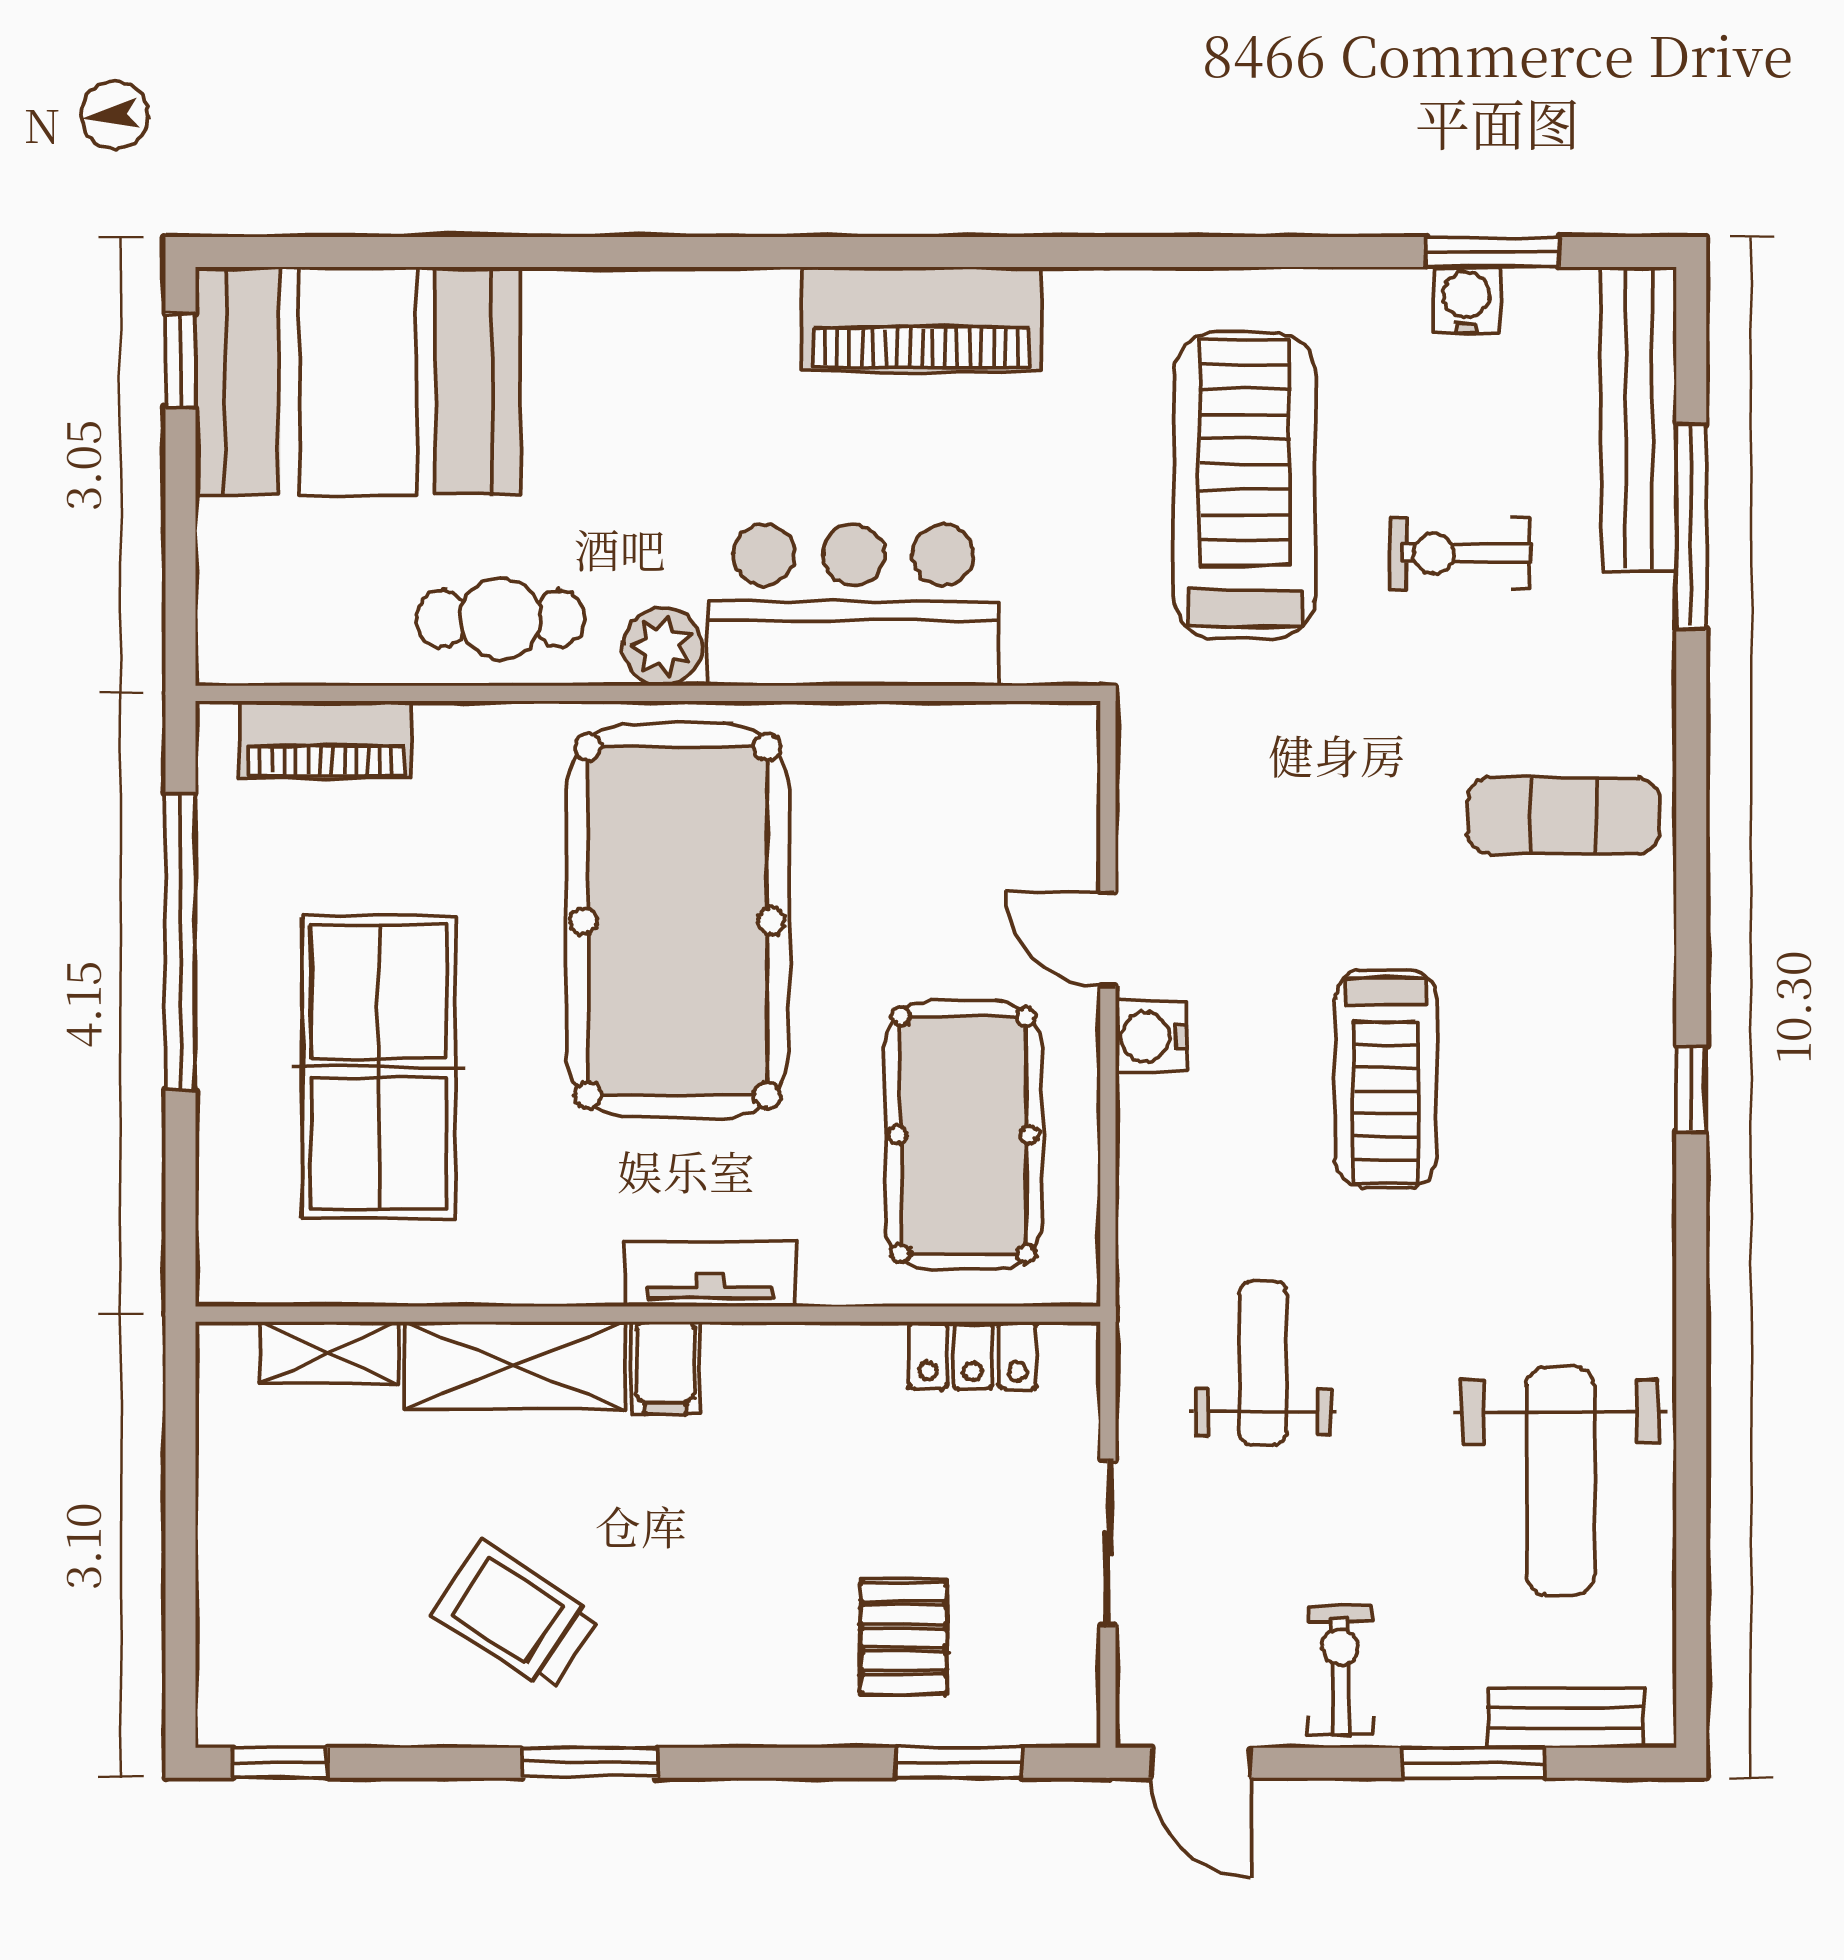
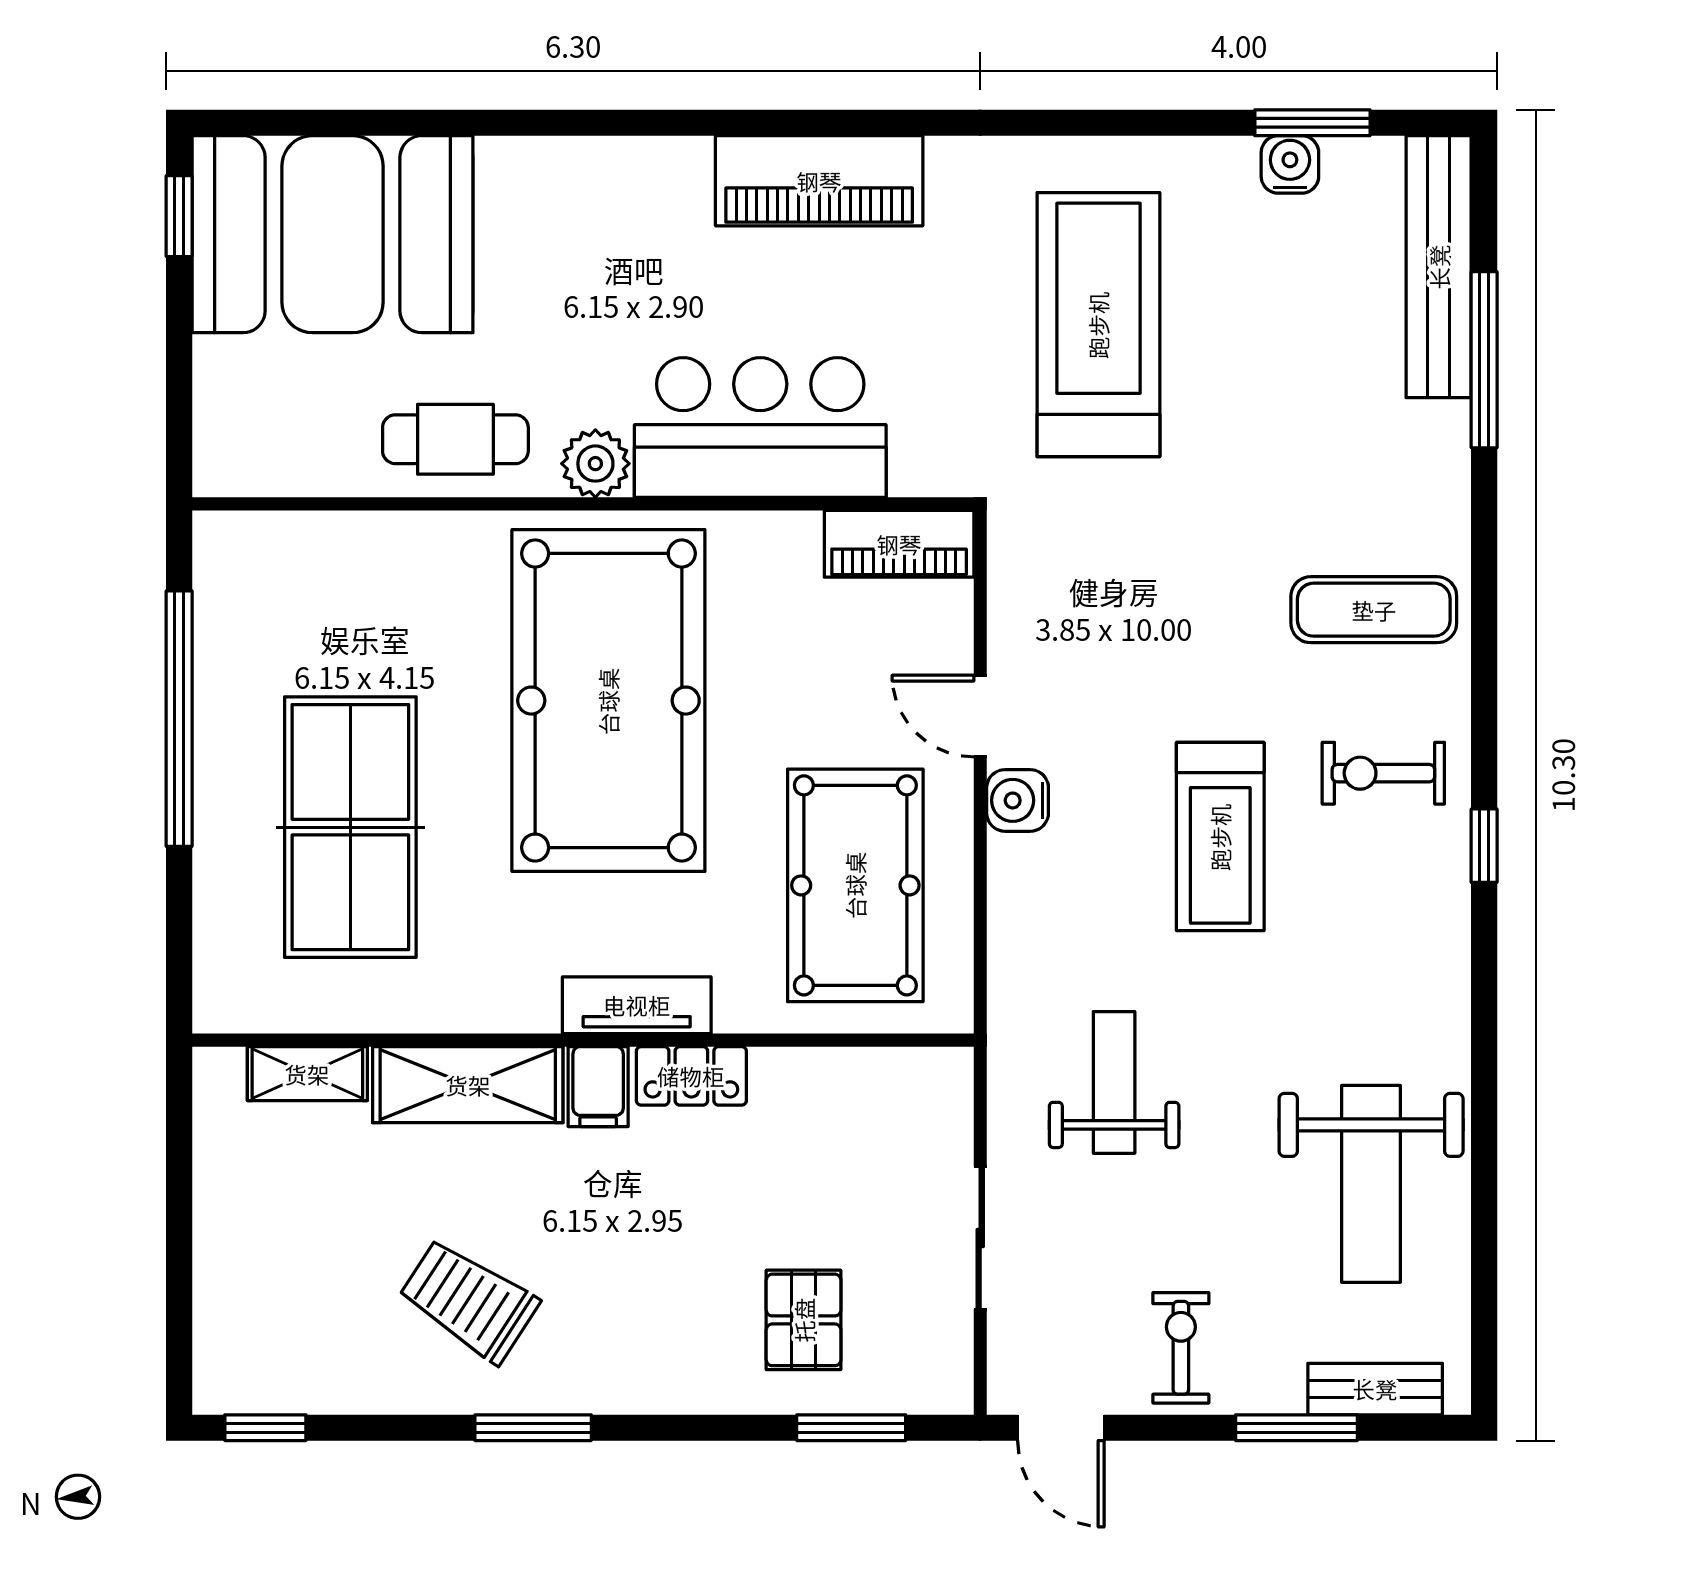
exercise bike: (1459, 553) -> (1383, 773), moved
piano: (326, 739) -> (899, 544), moved
locker: (973, 1355) -> (691, 1076), moved

